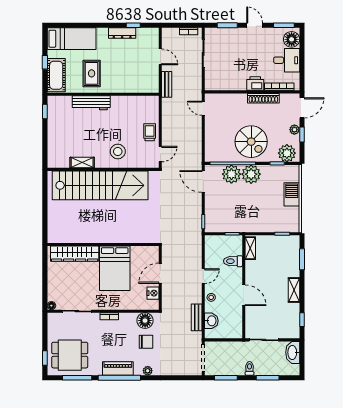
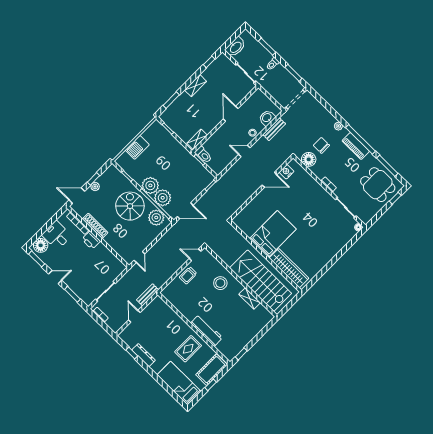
door: (255, 25) -> (55, 277), swing flipped
plant: (287, 153) -> (156, 218), moved
door: (203, 182) -> (185, 211), hinge flipped
stairs: (100, 185) -> (261, 281), width x0.73
wall: (103, 244) -> (265, 256), moved
wardrobe: (75, 254) -> (289, 268), moved
toilet: (233, 261) -> (203, 155), moved
bed: (115, 268) -> (273, 234), moved

